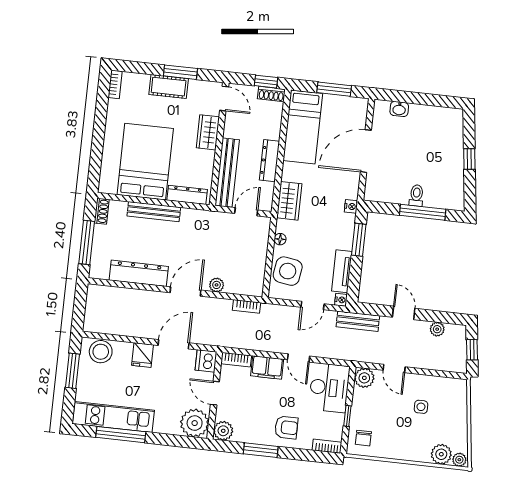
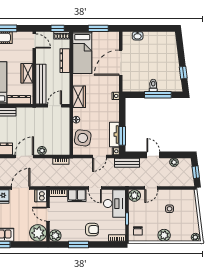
wardrobe: (208, 132) -> (27, 73), moved
window: (469, 159) -> (183, 73), moved
dresser: (269, 161) -> (65, 61), moved
window: (359, 240) -> (122, 136), moved
door: (394, 368) -> (151, 188), hinge flipped
plant: (441, 454) -> (164, 235), moved

